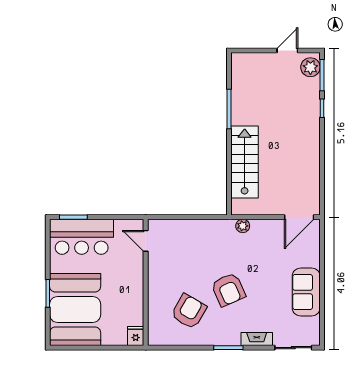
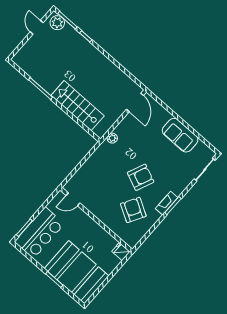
armchair: (228, 290) -> (141, 177), turned -43
fireplace: (257, 339) -> (167, 203), moved

